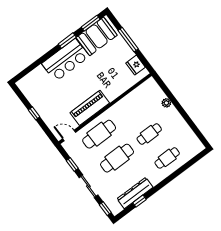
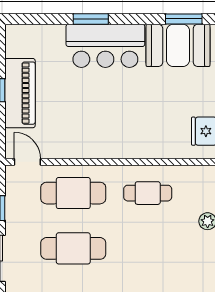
window: (67, 41) -> (91, 19), moved
piano: (90, 108) -> (20, 93), moved, turned 90
cafe table: (149, 134) -> (148, 193), moved

